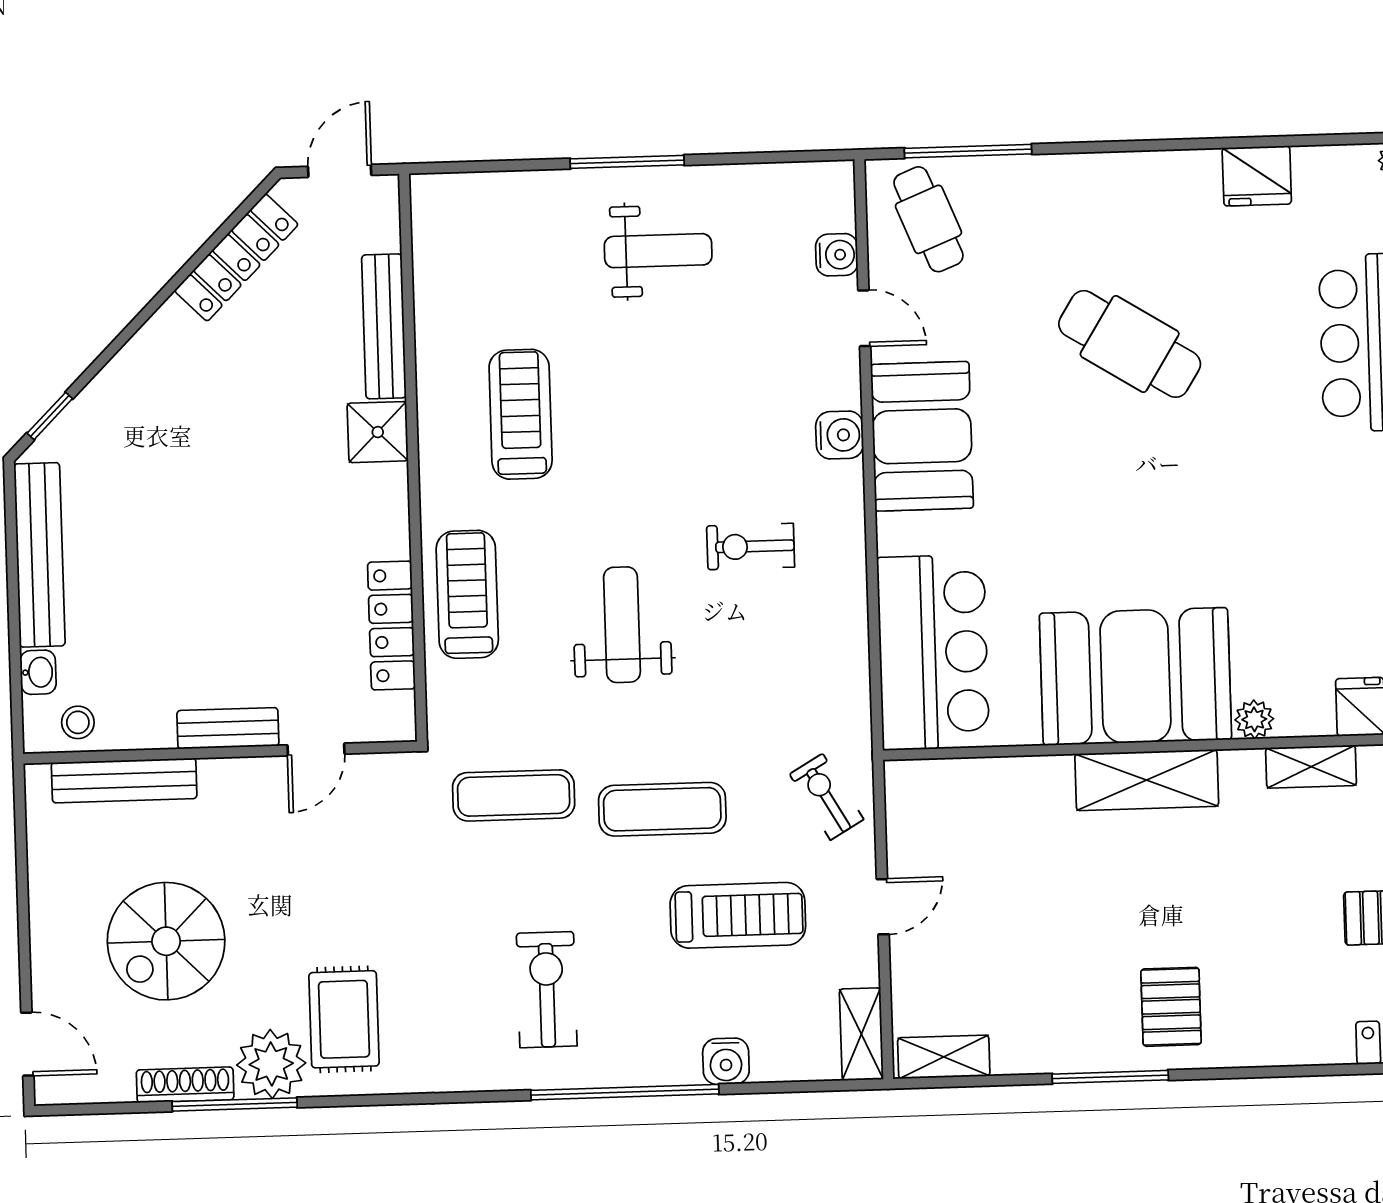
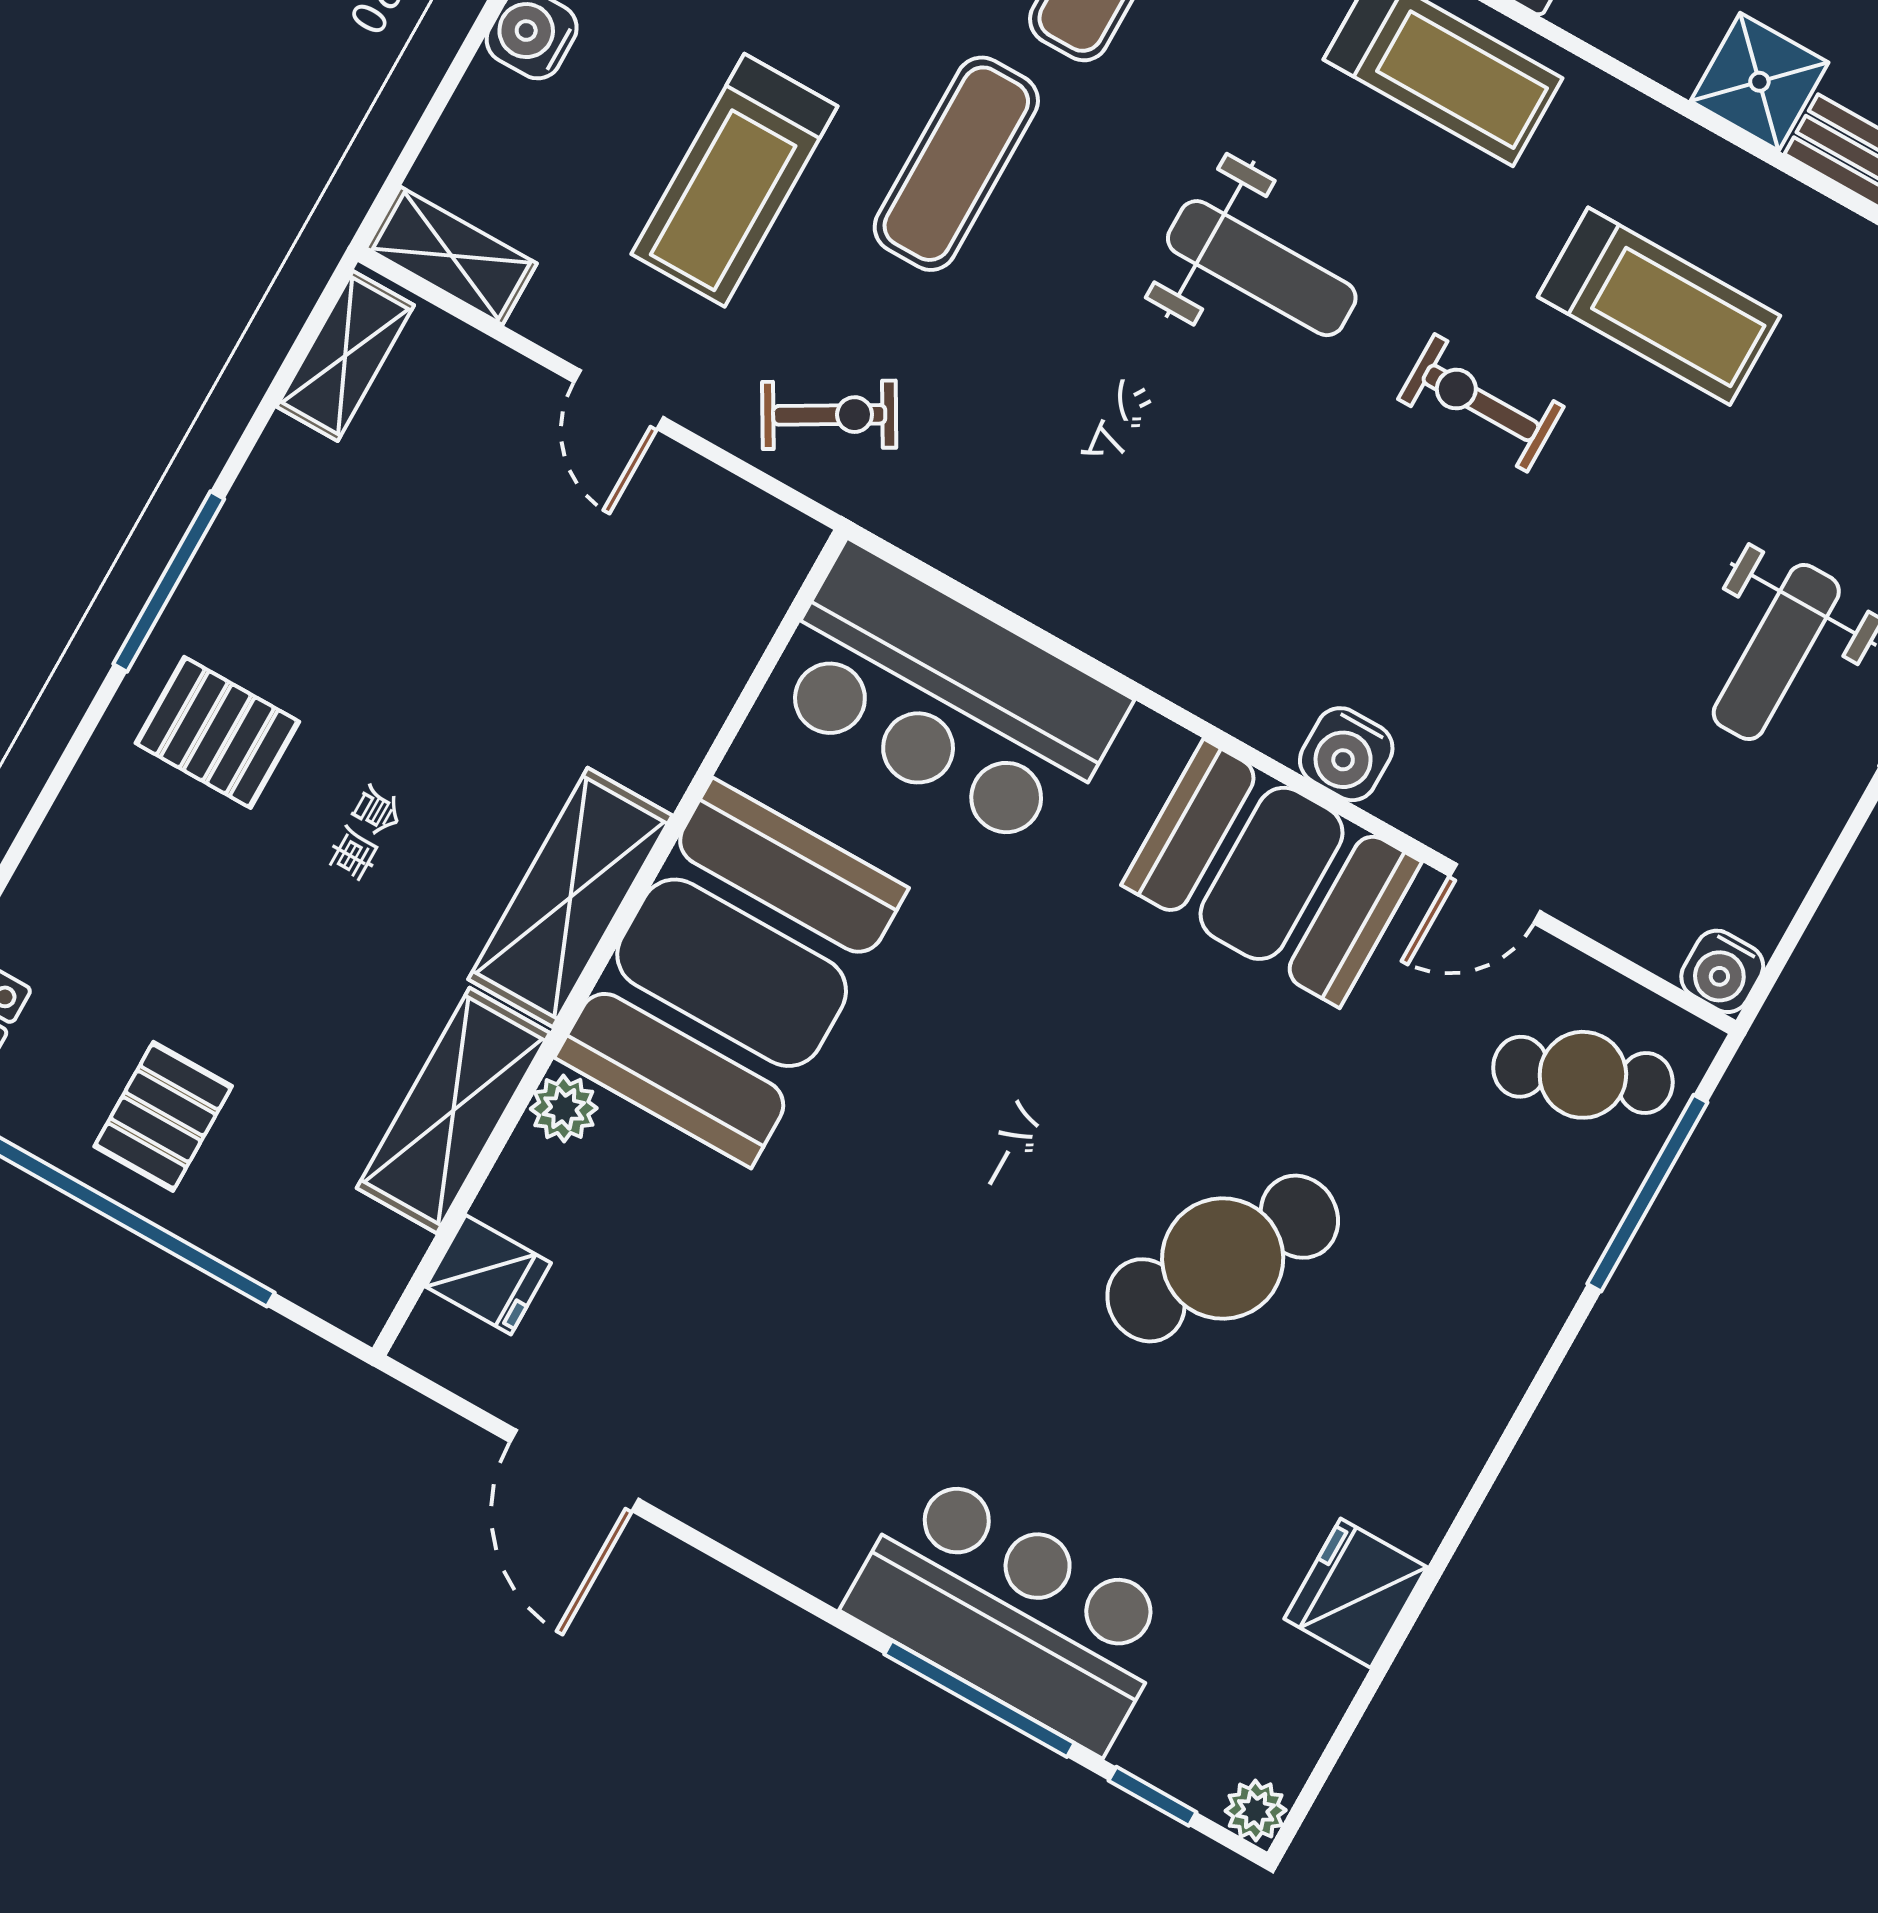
water cooler: (837, 255) -> (1722, 971), moved
exercise bike: (751, 546) -> (1481, 403), moved, turned -90
shelving: (1311, 767) -> (453, 1111), width x1.50, depth x1.33

